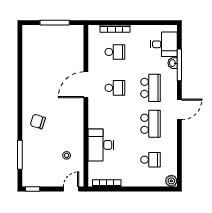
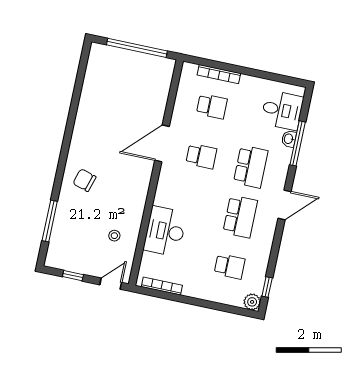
window: (55, 23) -> (137, 48), width x1.46
window: (179, 168) -> (267, 287), added
window: (33, 189) -> (73, 276), moved

